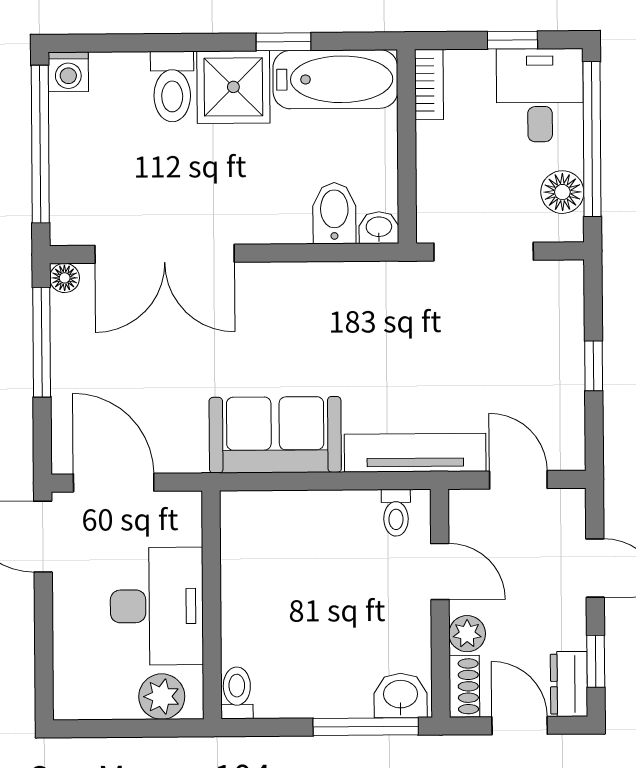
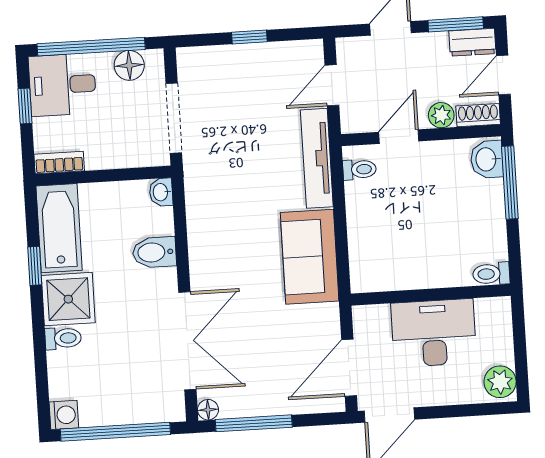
toilet: (172, 86) -> (63, 338), width x0.73, depth x0.72
bidet: (334, 213) -> (154, 252), moved
window: (596, 661) -> (456, 24), width x1.50
plant: (162, 697) -> (500, 382), moved

